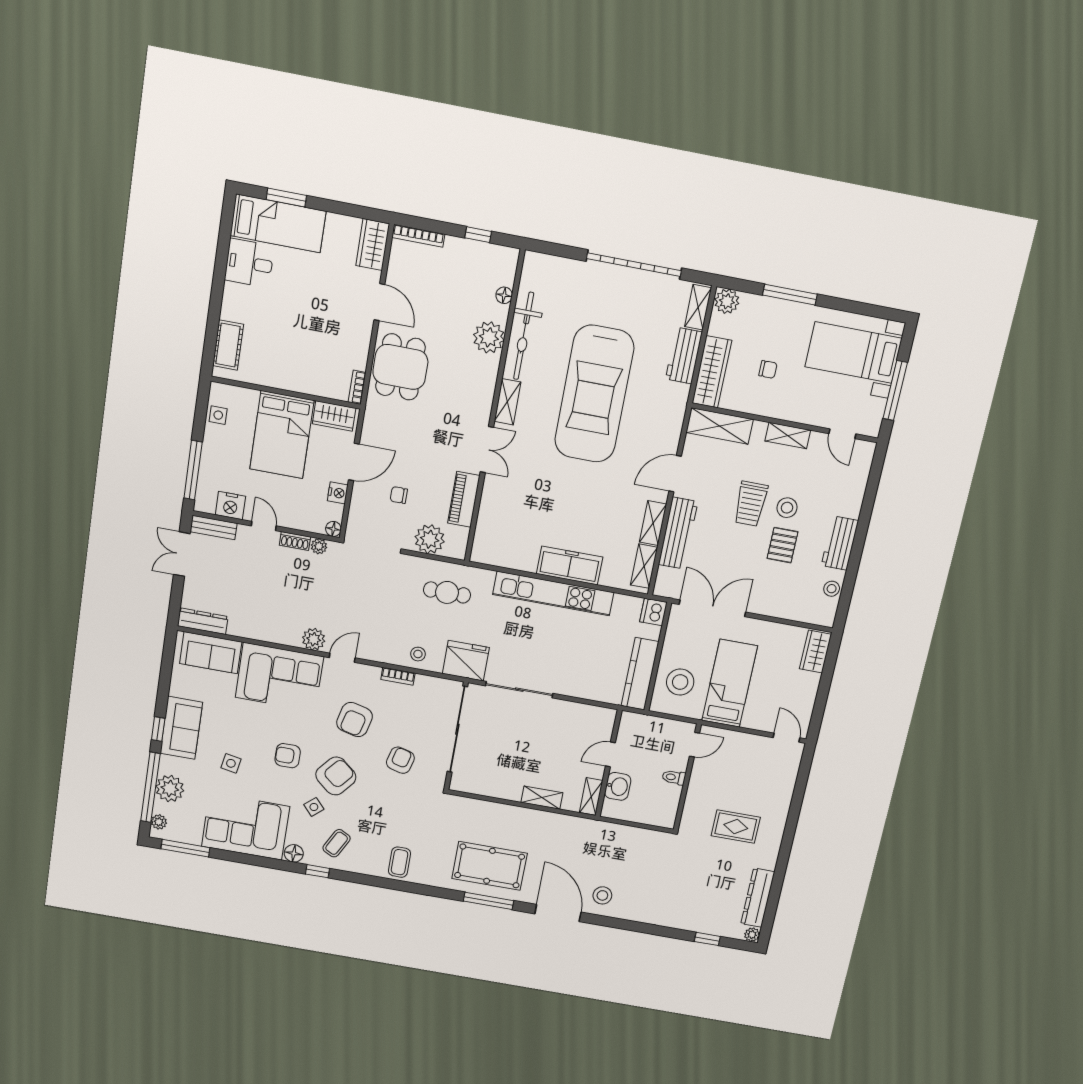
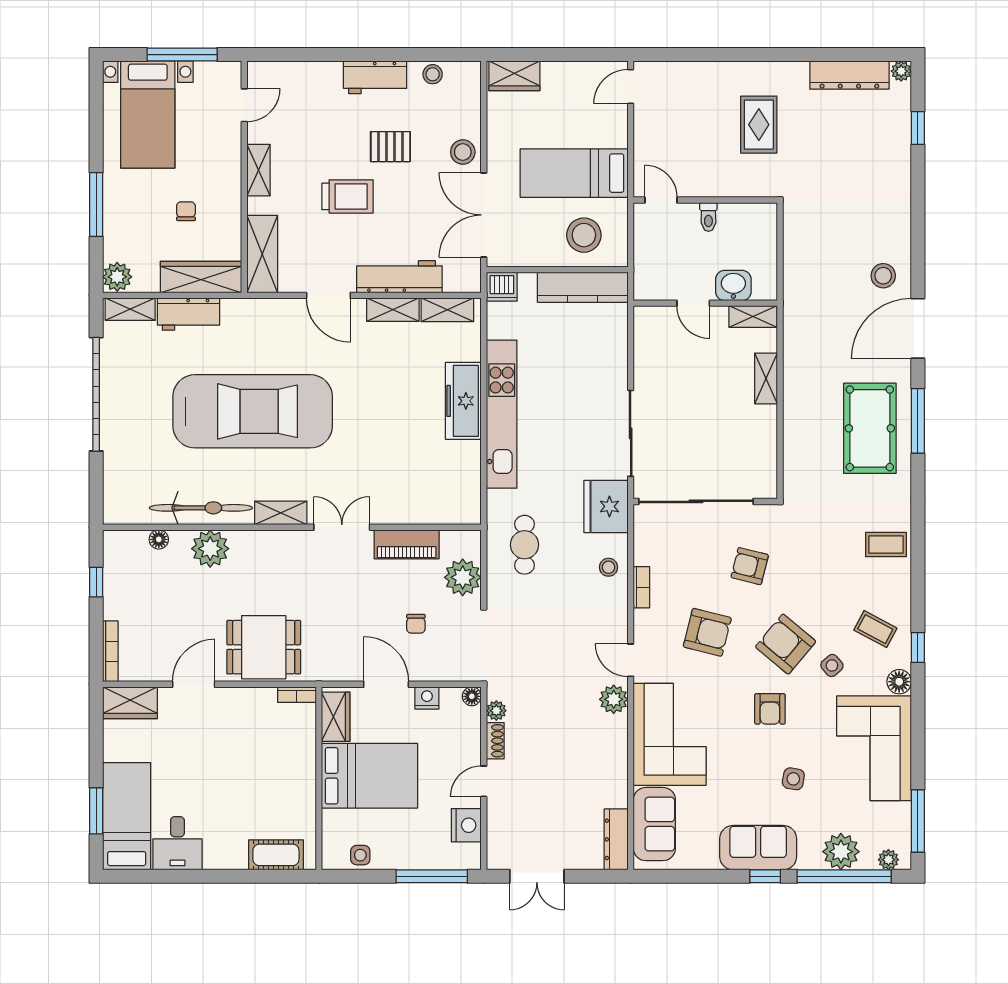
stool: (787, 508) -> (463, 152), moved
bench: (214, 528) -> (497, 842), removed

